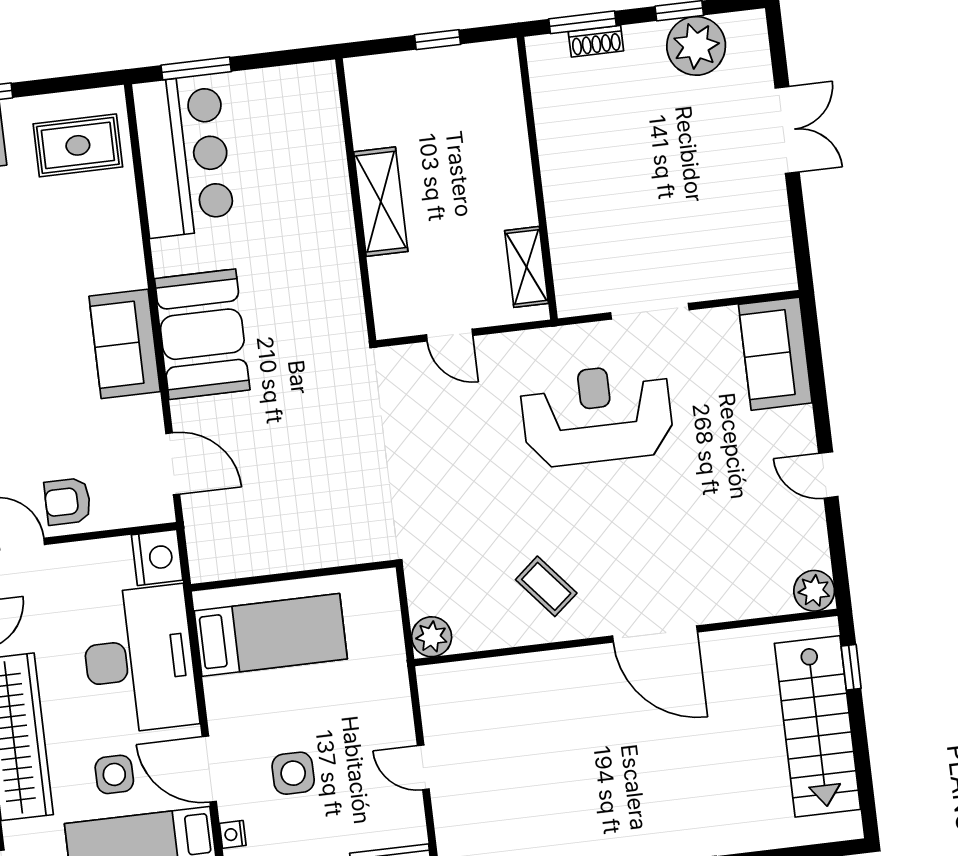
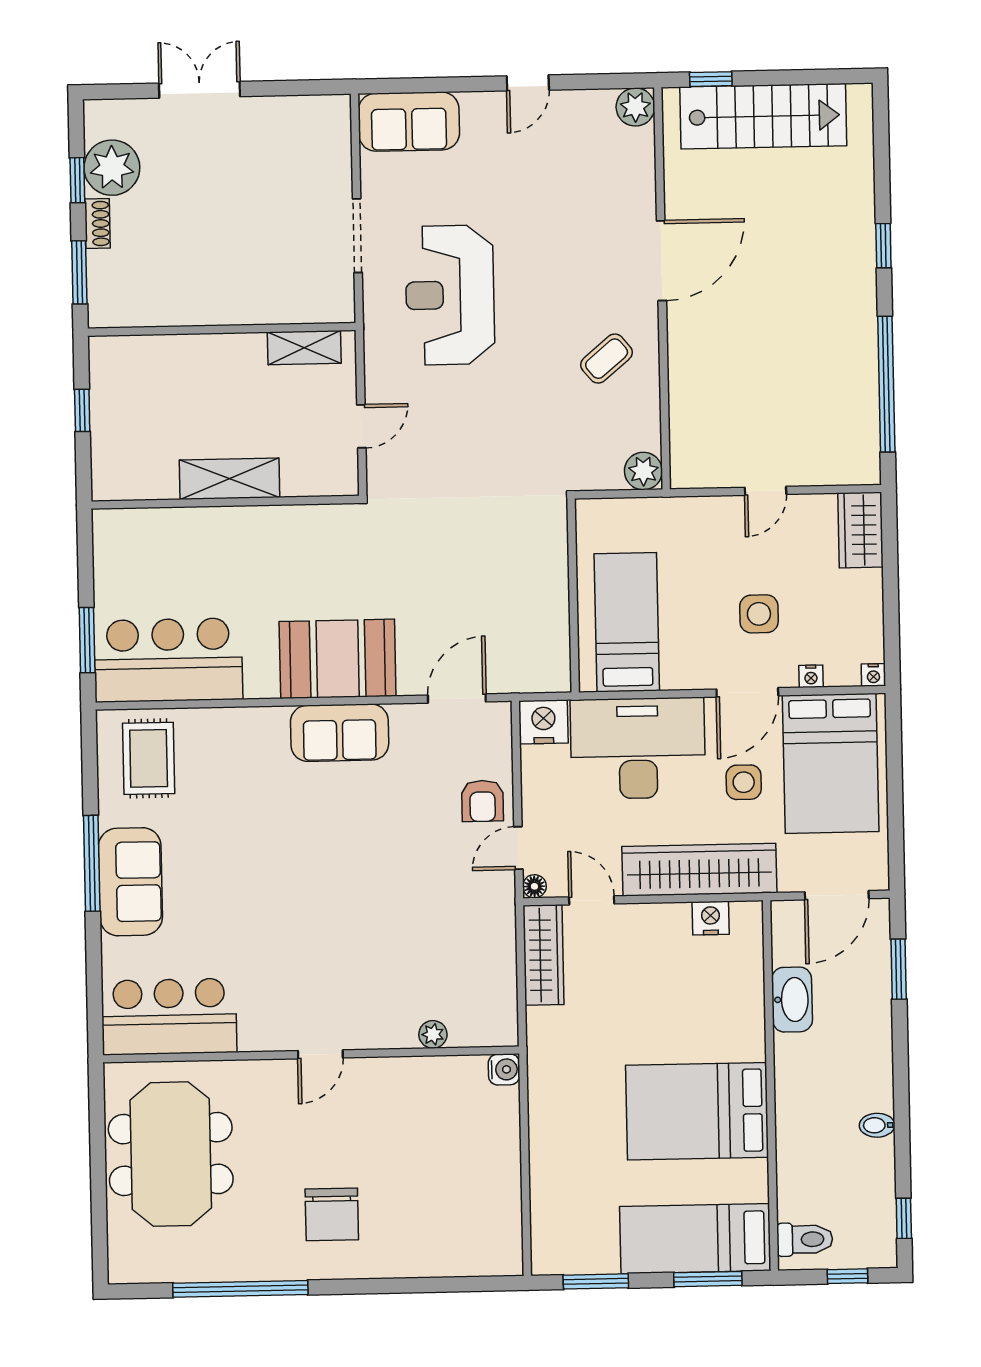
shoe rack: (596, 41) -> (97, 224), moved

